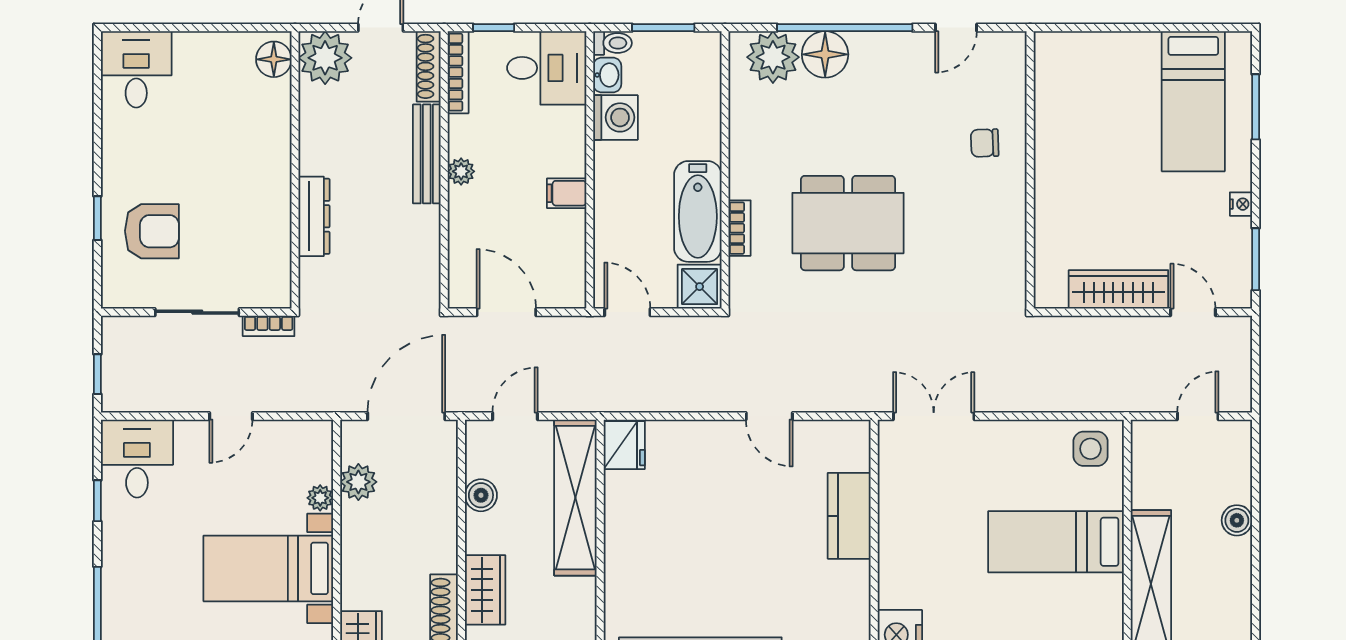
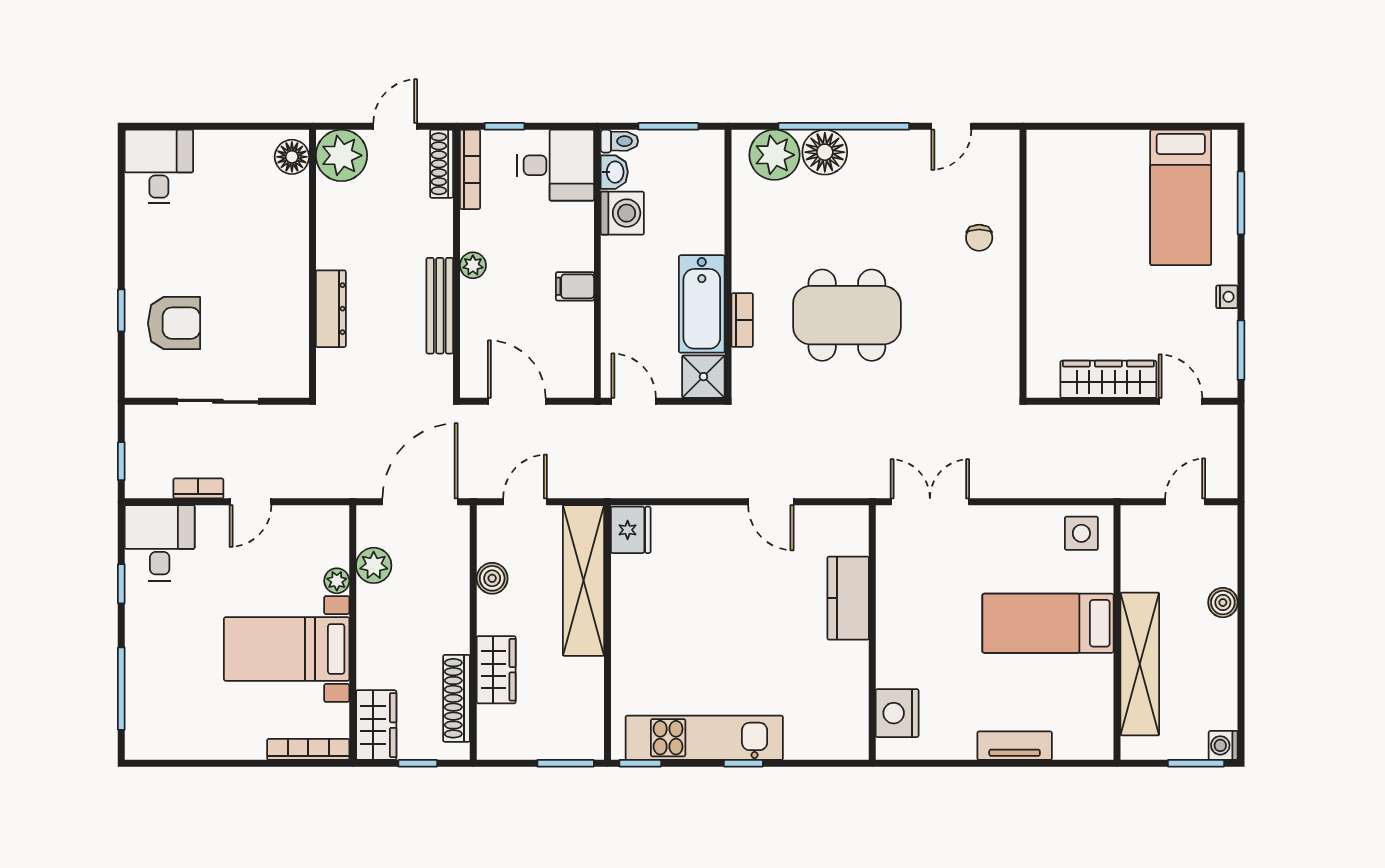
chair: (985, 143) -> (979, 238), turned -88
bench: (427, 154) -> (440, 306), moved
bookcase: (269, 326) -> (198, 488), moved, turned 180

